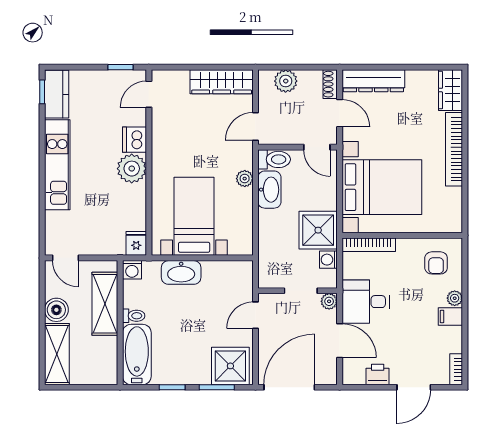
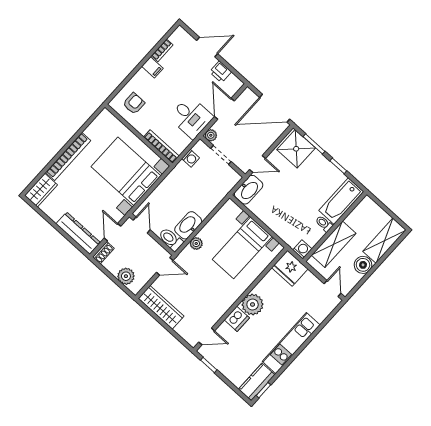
shower: (318, 230) -> (182, 179), removed
fridge: (136, 243) -> (290, 268), width x1.88, depth x1.34
washbasin: (181, 272) -> (249, 190), moved, turned 90
plant: (455, 298) -> (141, 75), removed
bookcase: (456, 369) -> (162, 50), moved

